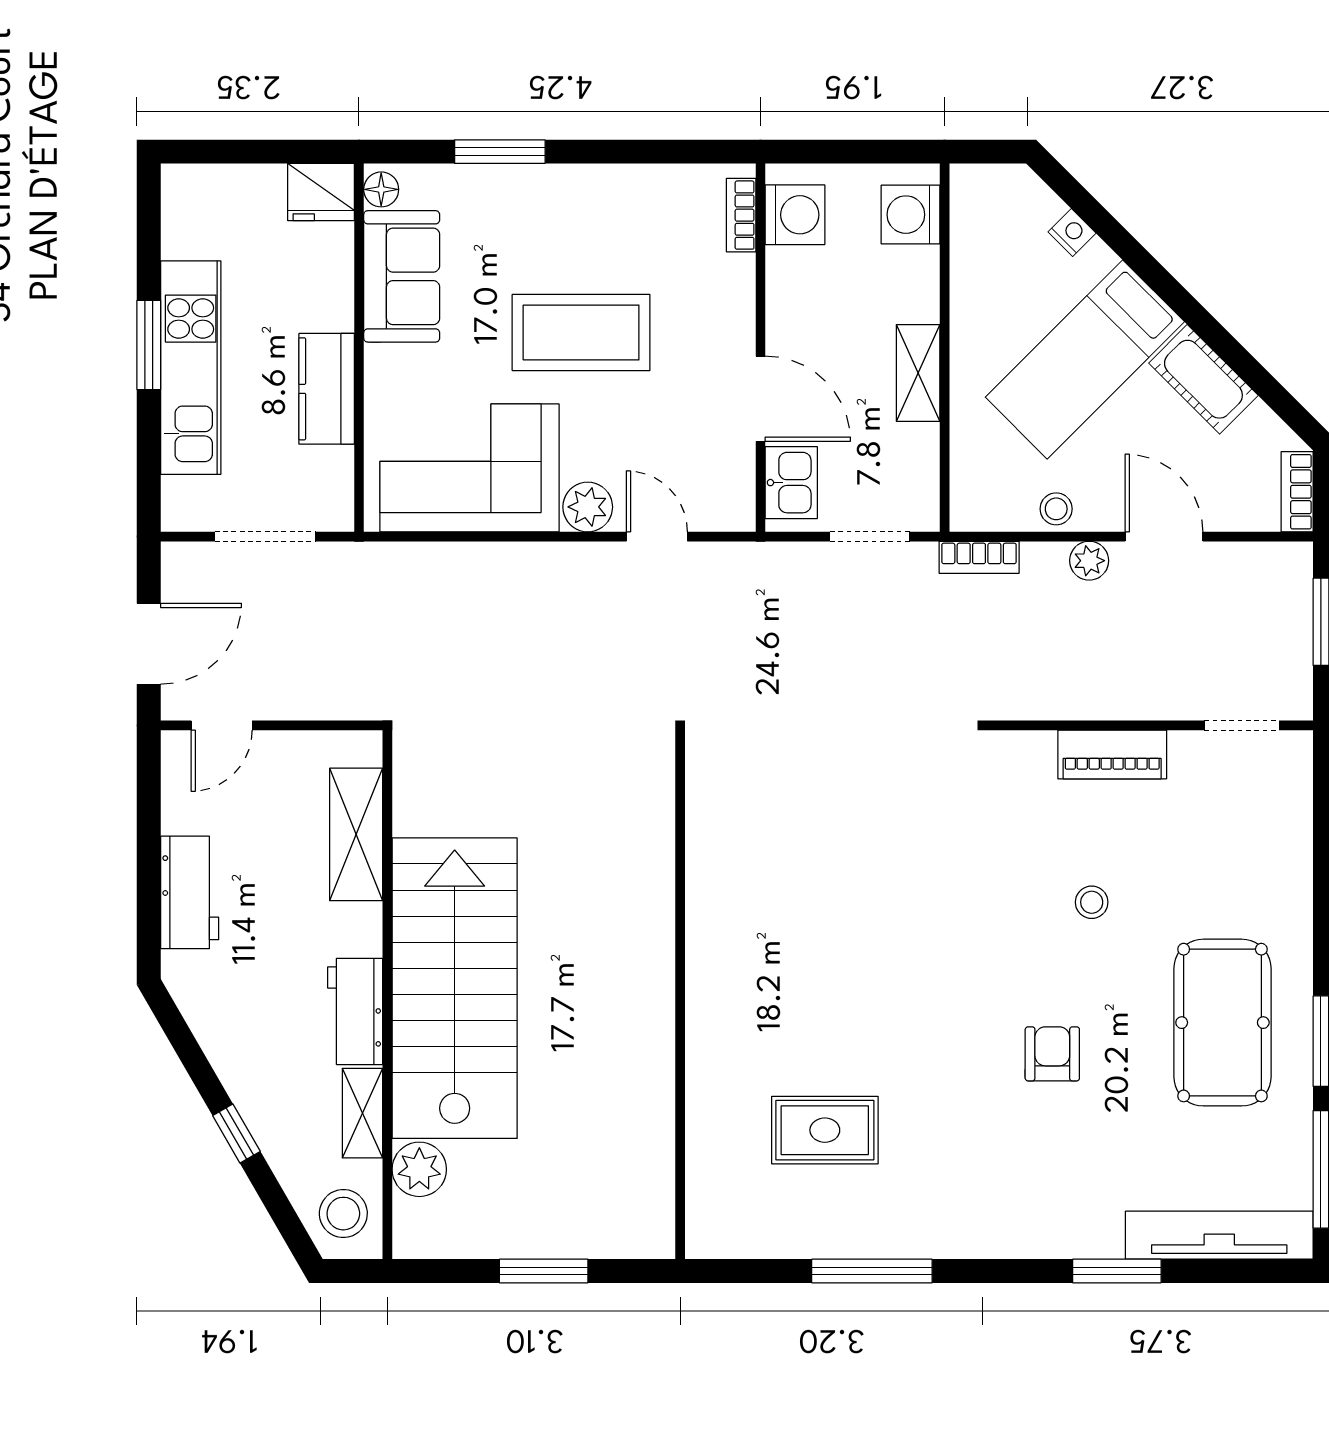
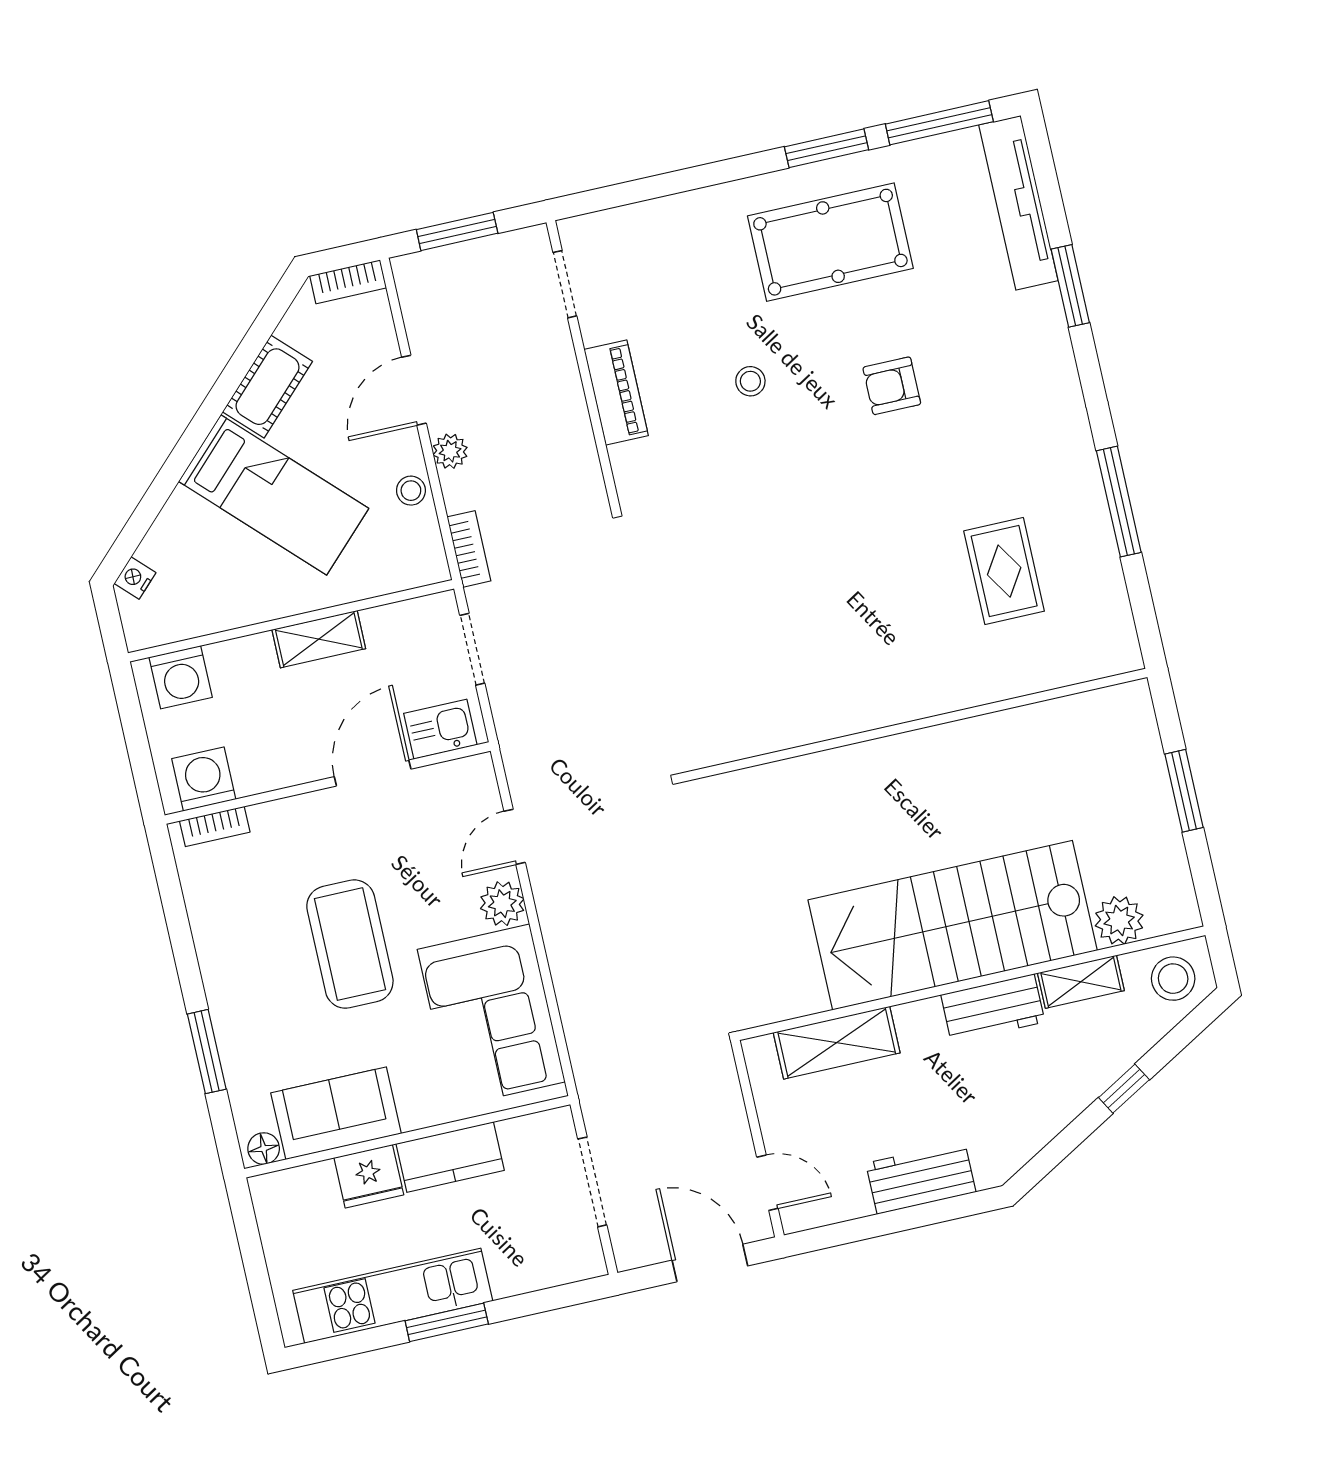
fridge: (321, 192) -> (369, 1176), moved, turned 90
nightstand: (1072, 233) -> (135, 578), moved
kitchen unit: (191, 368) -> (393, 1296), moved

